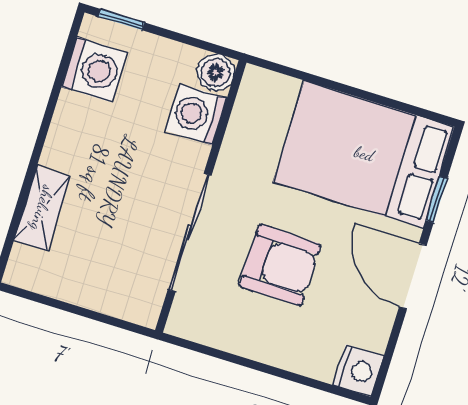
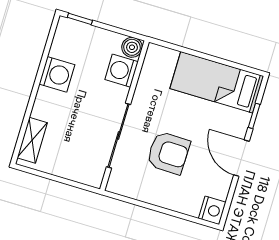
washing machine: (94, 70) -> (57, 74), moved
bed: (364, 154) -> (217, 82), width x0.67
shelving: (42, 208) -> (32, 140), moved

